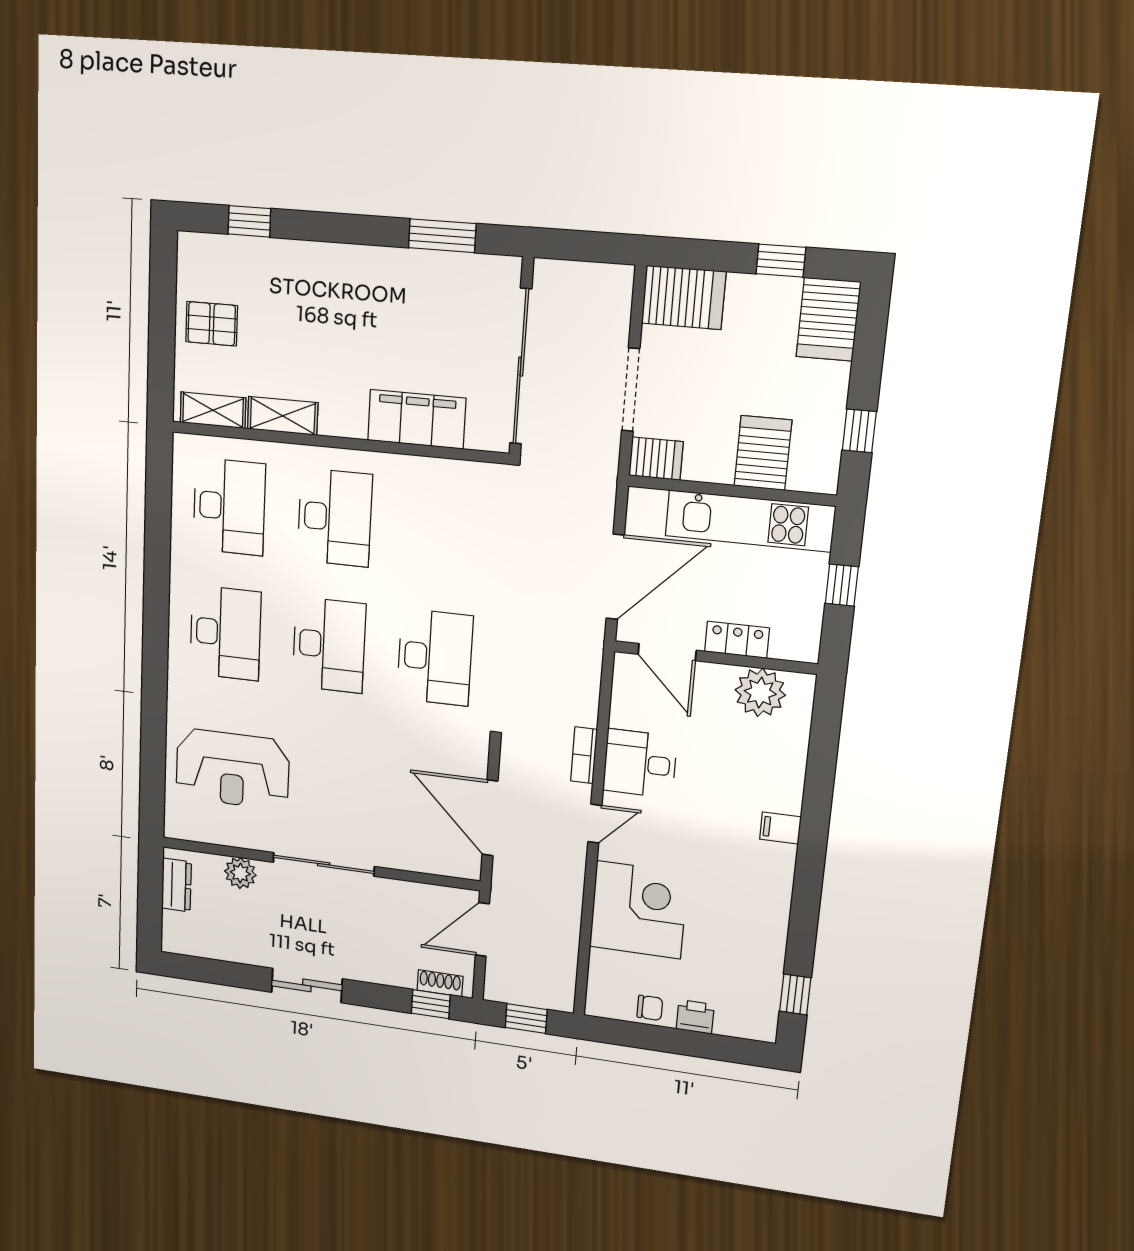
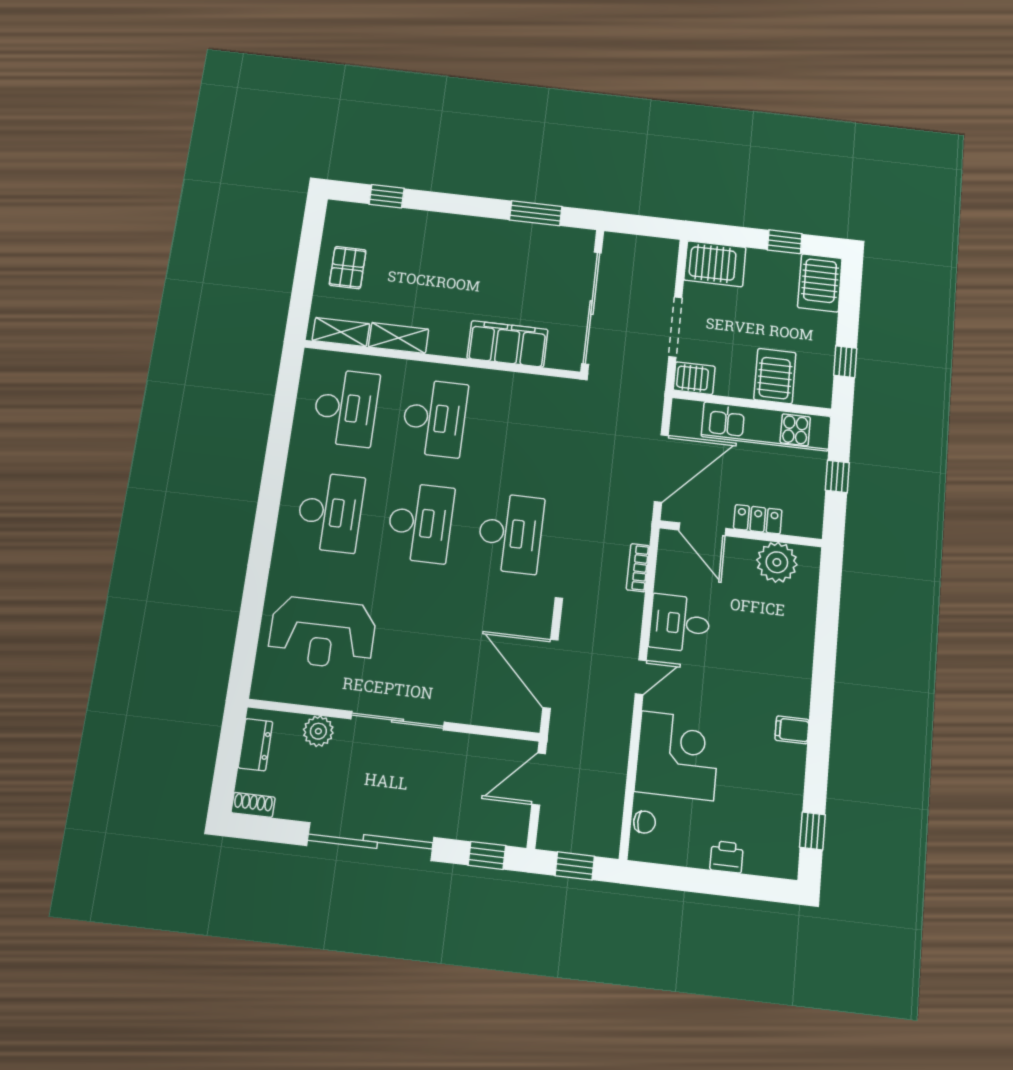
pallet: (212, 324) -> (348, 268), turned 90
bookcase: (584, 755) -> (638, 568), moved
filing cabinet: (780, 828) -> (792, 730), moved
shoe rack: (440, 983) -> (253, 805), moved
sliding door: (307, 985) -> (370, 842), width x1.86
chair: (650, 1008) -> (644, 822), moved

